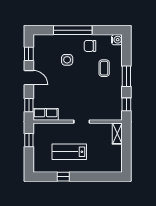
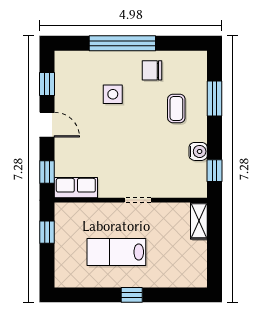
water cooler: (117, 40) -> (198, 151), moved
window: (126, 76) -> (215, 98), moved
window: (63, 177) -> (132, 295), moved

